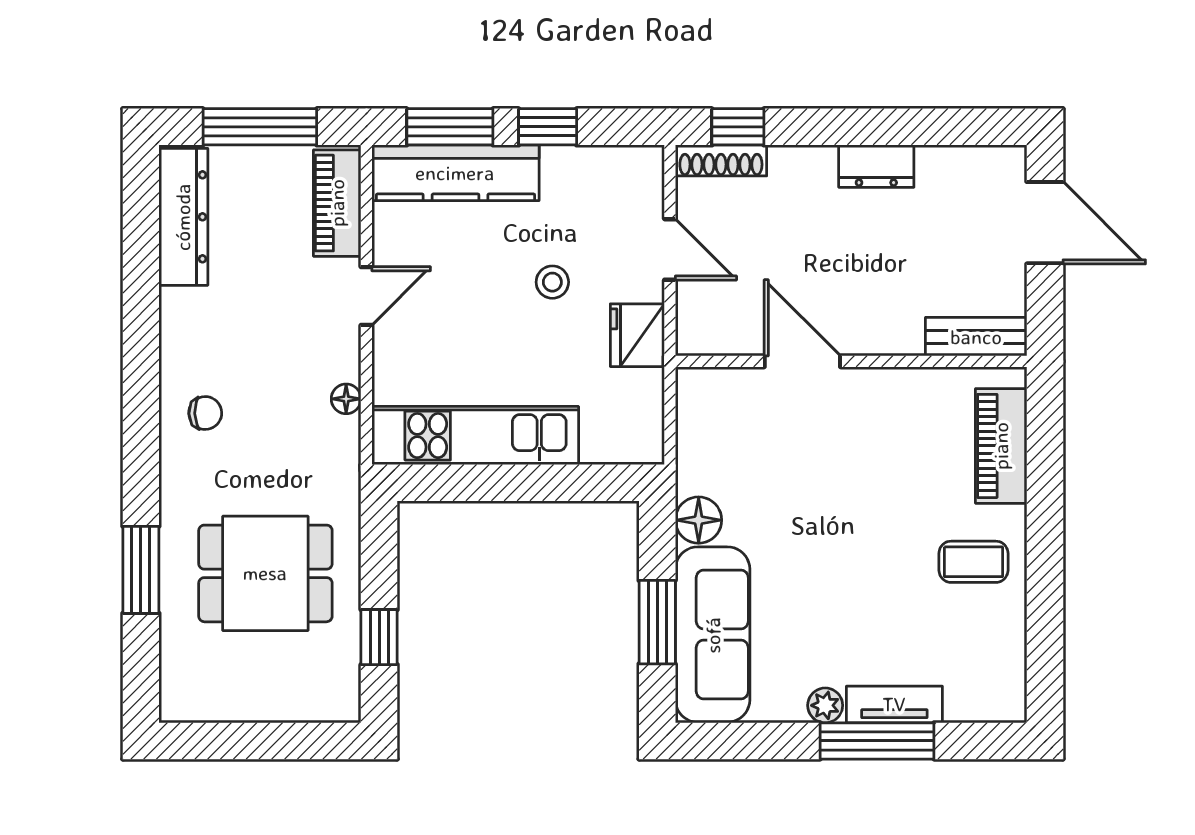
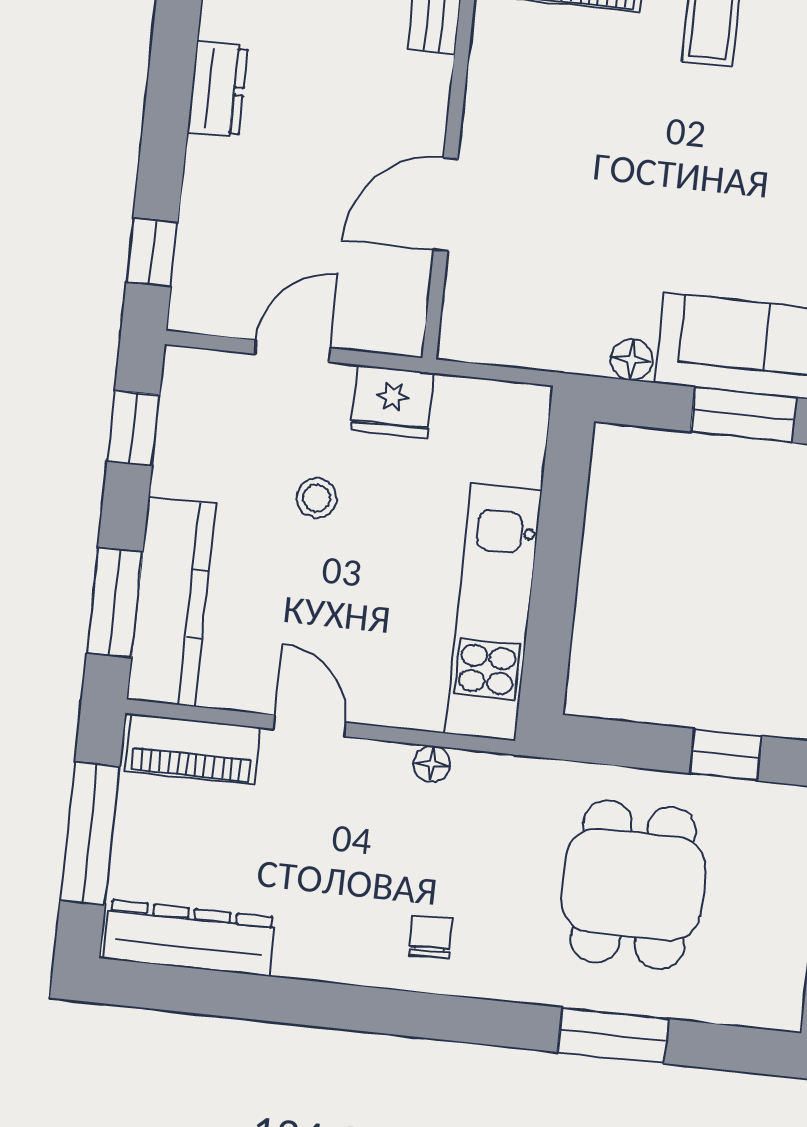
window: (548, 127) -> (133, 428), moved
shoe rack: (721, 160) -> (191, 277), removed
floor lamp: (699, 520) -> (632, 360), width x0.73, depth x0.73

